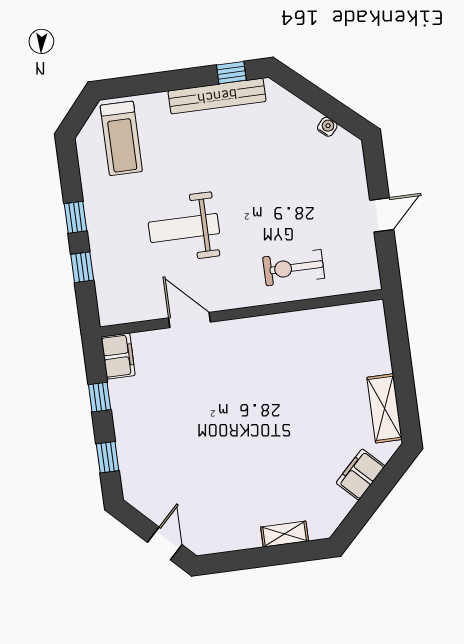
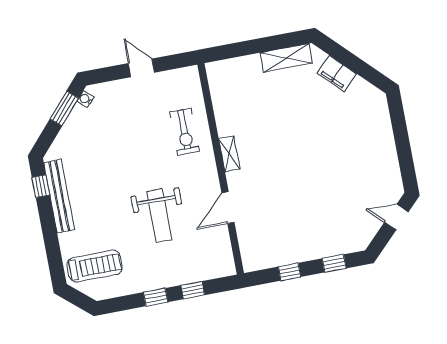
window: (333, 109) -> (64, 109), added
water cooler: (327, 127) -> (85, 99), moved
filing cabinet: (118, 356) -> (258, 260), removed
shelving: (285, 534) -> (229, 154), moved

